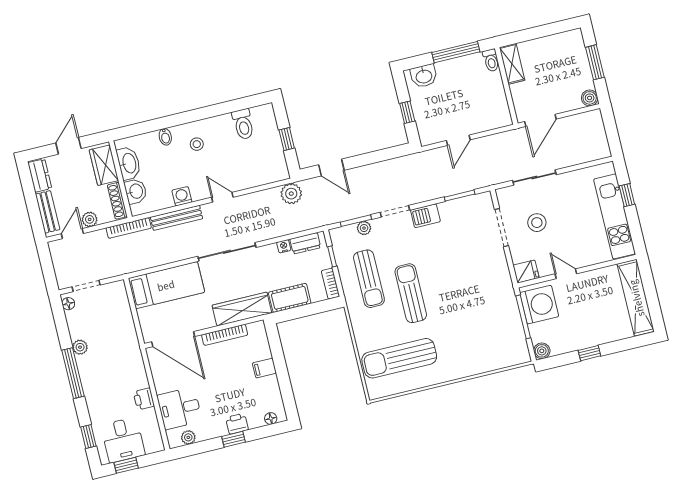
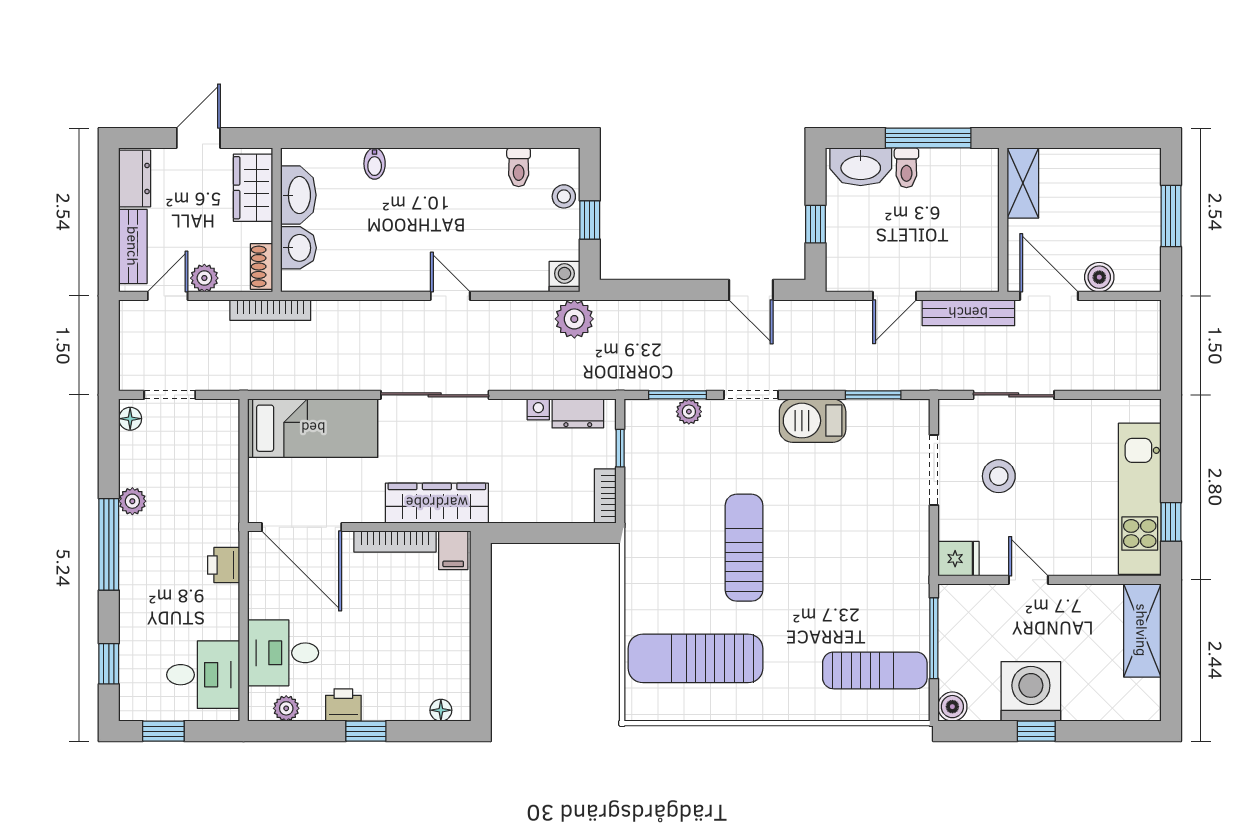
toilet: (491, 60) -> (906, 168), moved
washbasin: (424, 76) -> (861, 167), width x1.38
boiler: (590, 98) -> (1099, 277), moved
door: (540, 120) -> (1049, 296), swing flipped
toilet: (243, 124) -> (519, 167), width x0.73, depth x0.72
stool: (197, 144) -> (564, 196), moved
door: (331, 168) -> (751, 290), moved
window: (627, 195) -> (1171, 522), moved
washing machine: (182, 196) -> (564, 277), moved
shoe rack: (117, 201) -> (262, 266), width x0.70
barbecue: (425, 216) -> (813, 421), width x1.38, depth x1.27
bench: (176, 218) -> (968, 313), moved
sun lounger: (369, 279) -> (875, 670), moved, turned -90
cot: (290, 298) -> (527, 504), removed
shelving: (636, 298) -> (1142, 630), width x0.68
washing machine: (539, 305) -> (1031, 691), moved, turned -90
filing cabinet: (264, 368) -> (453, 550), moved, turned -90
printer: (144, 399) -> (224, 565), moved
printer: (237, 424) -> (343, 705), moved
desk: (123, 440) -> (203, 675), moved, turned -90

